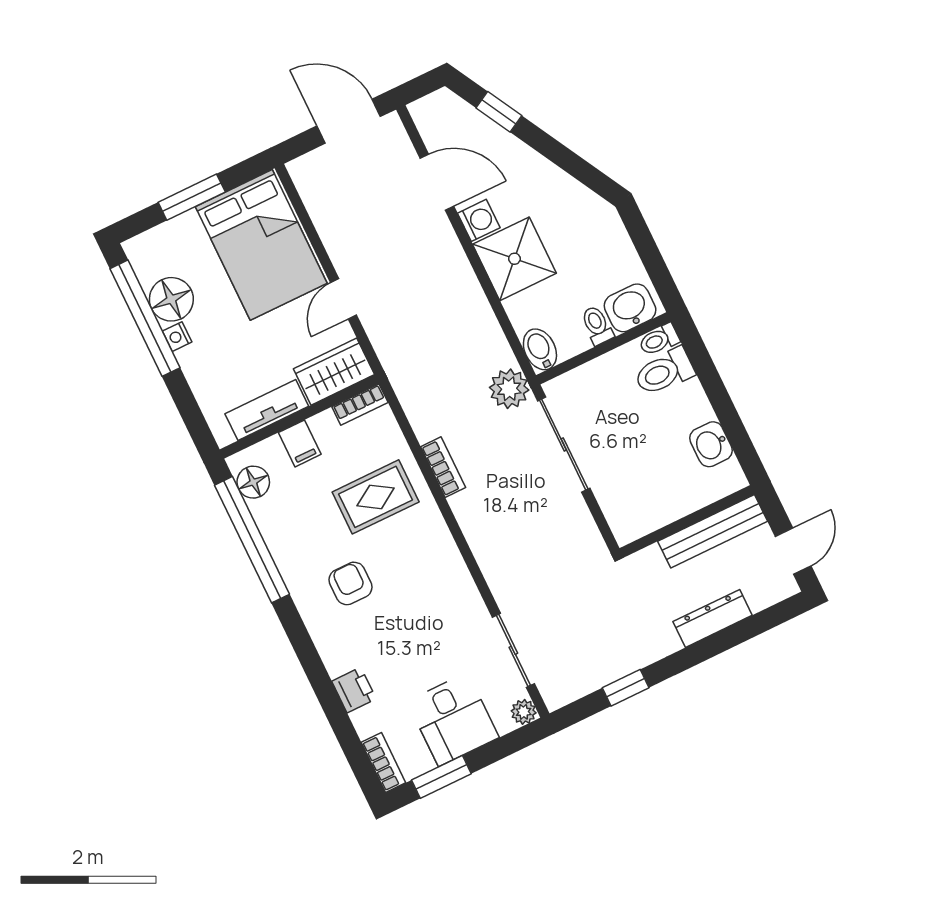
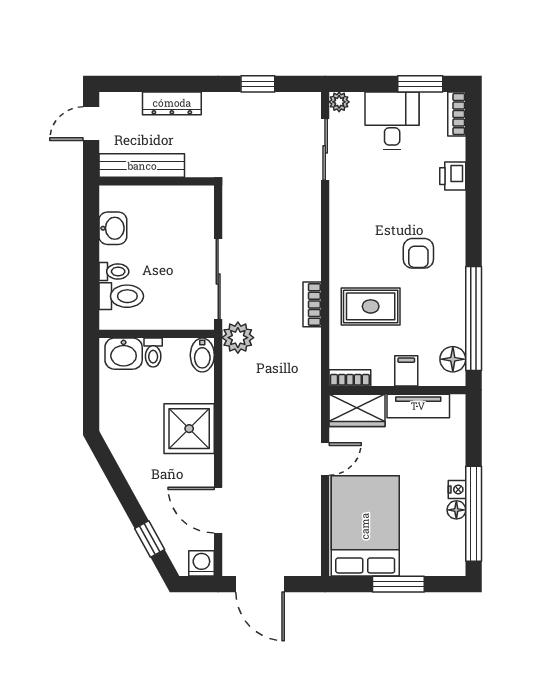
washing machine: (479, 220) -> (201, 563), moved, turned 90
floor lamp: (171, 299) -> (456, 510), width x0.53, depth x0.53
toilet: (659, 340) -> (114, 271), moved

